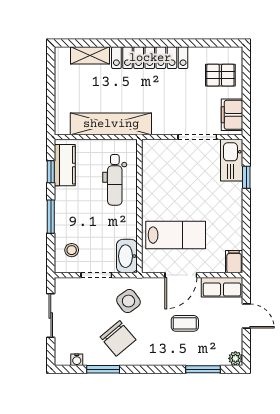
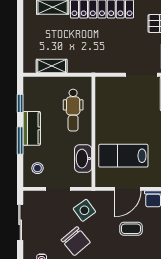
shelving: (111, 124) -> (52, 66), width x0.45, depth x0.75
kitchen counter: (65, 165) -> (32, 128), moved
lab bench: (176, 235) -> (123, 156), turned 180
washbasin: (127, 256) -> (83, 159), moved

